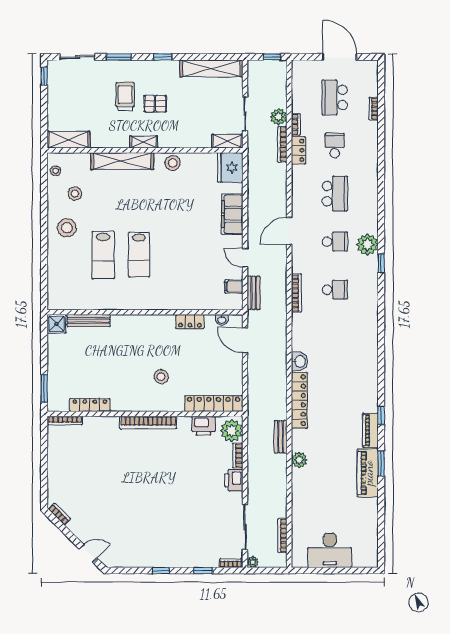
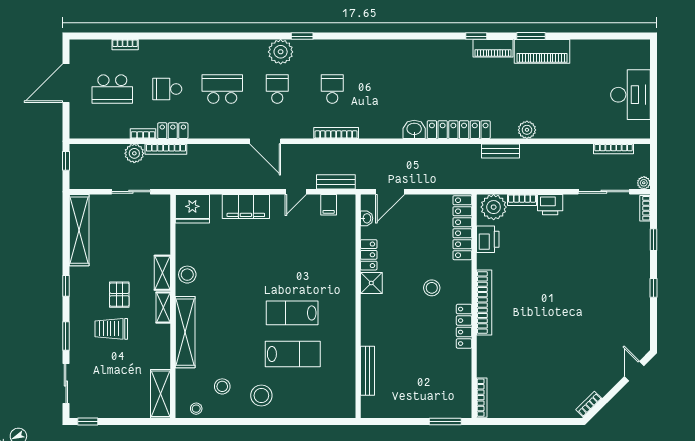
shelving: (227, 141) -> (162, 273), moved
lab bench: (139, 255) -> (292, 313), turned 180
shower: (56, 324) -> (371, 283), moved
locker: (90, 405) -> (464, 326), moved

